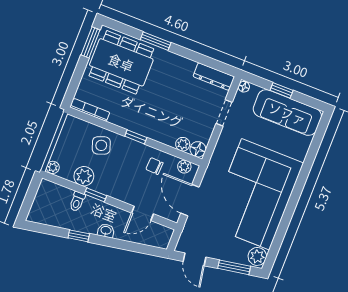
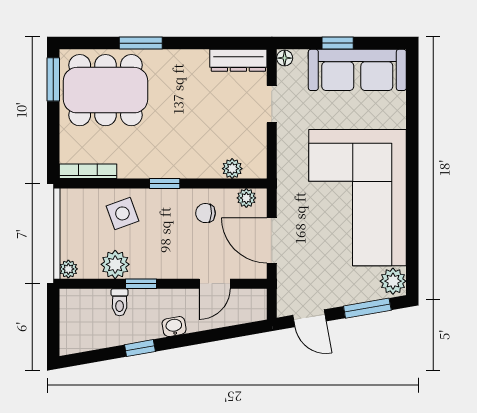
floor lamp: (198, 149) -> (256, 167), removed

